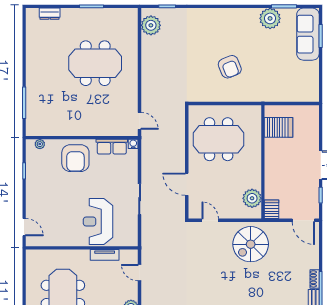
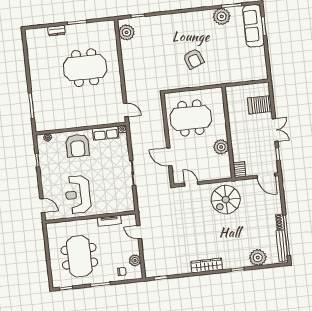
dresser: (50, 14) -> (56, 31), moved
server rack: (279, 127) -> (260, 105), moved, turned 180
plant: (252, 198) -> (221, 147), moved
reception desk: (98, 221) -> (78, 195), moved

